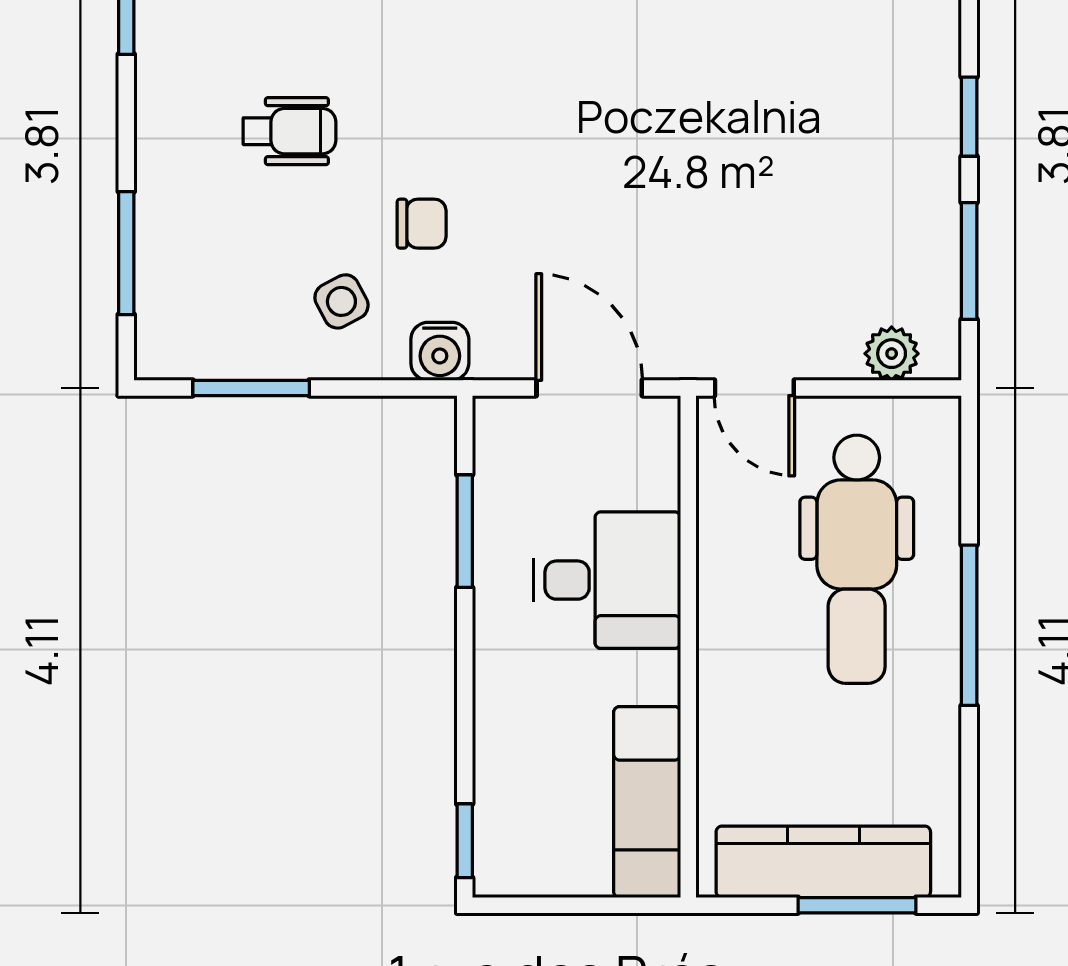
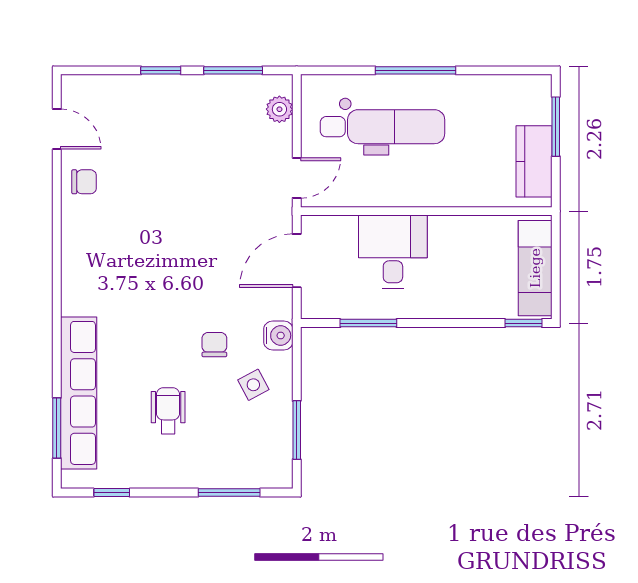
exam couch: (647, 802) -> (535, 268), moved, turned 90
kitchen counter: (823, 862) -> (534, 161), width x0.67

